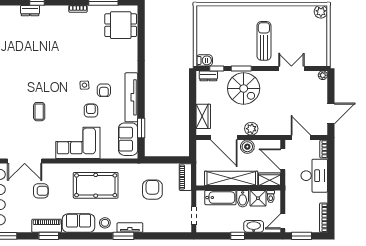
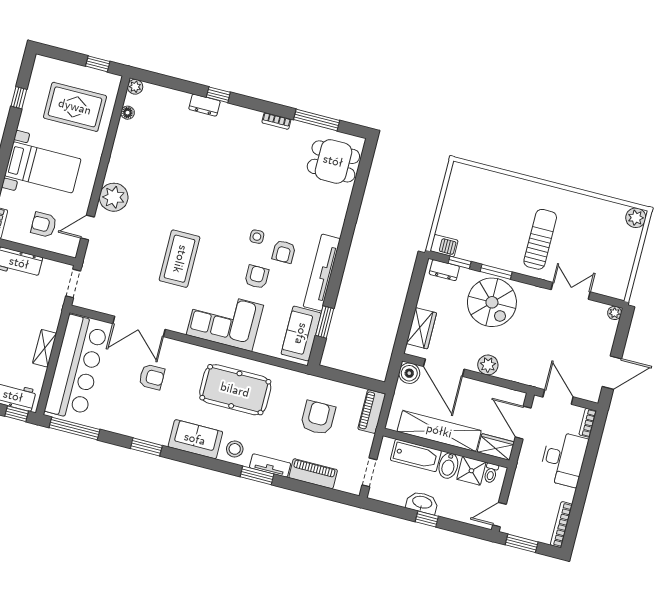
coffee table: (39, 112) -> (180, 259), width x1.86, depth x1.72
boiler: (247, 147) -> (409, 373), moved
piano: (47, 226) -> (313, 474), moved
washbasin: (254, 226) -> (422, 503), moved

